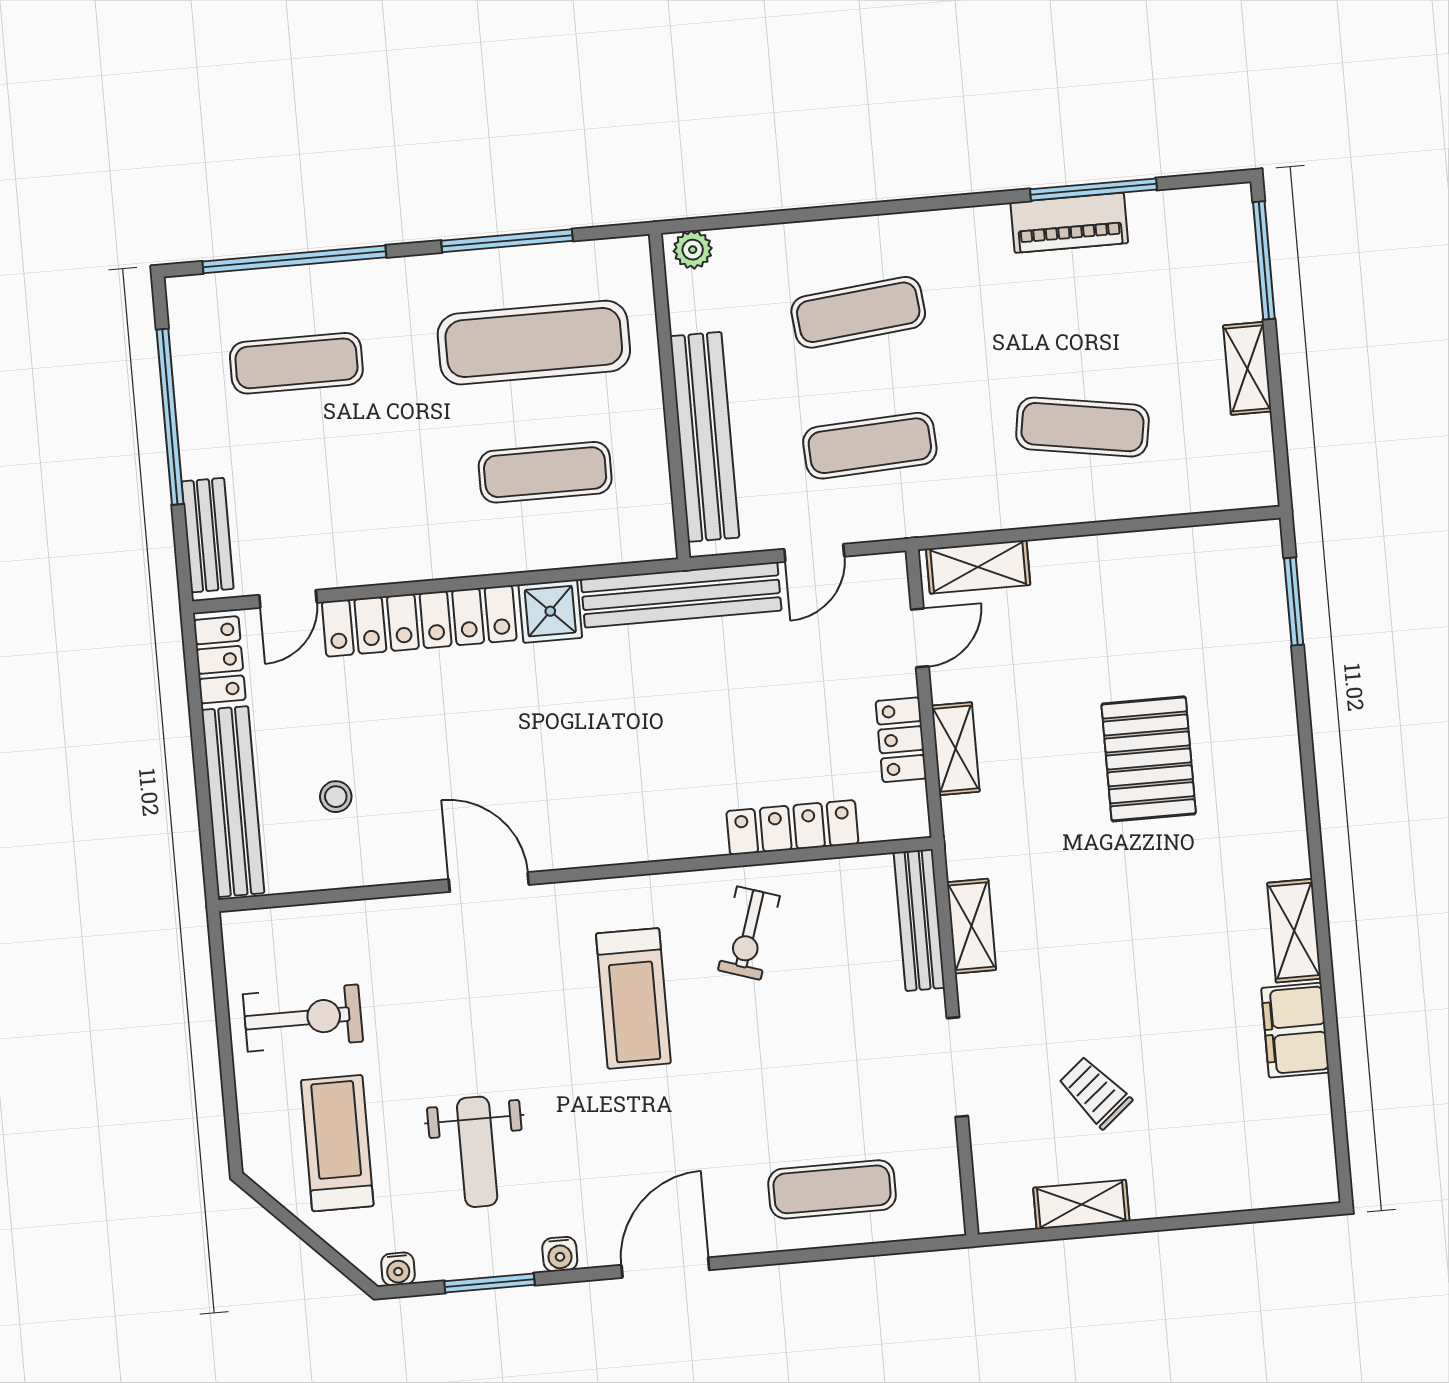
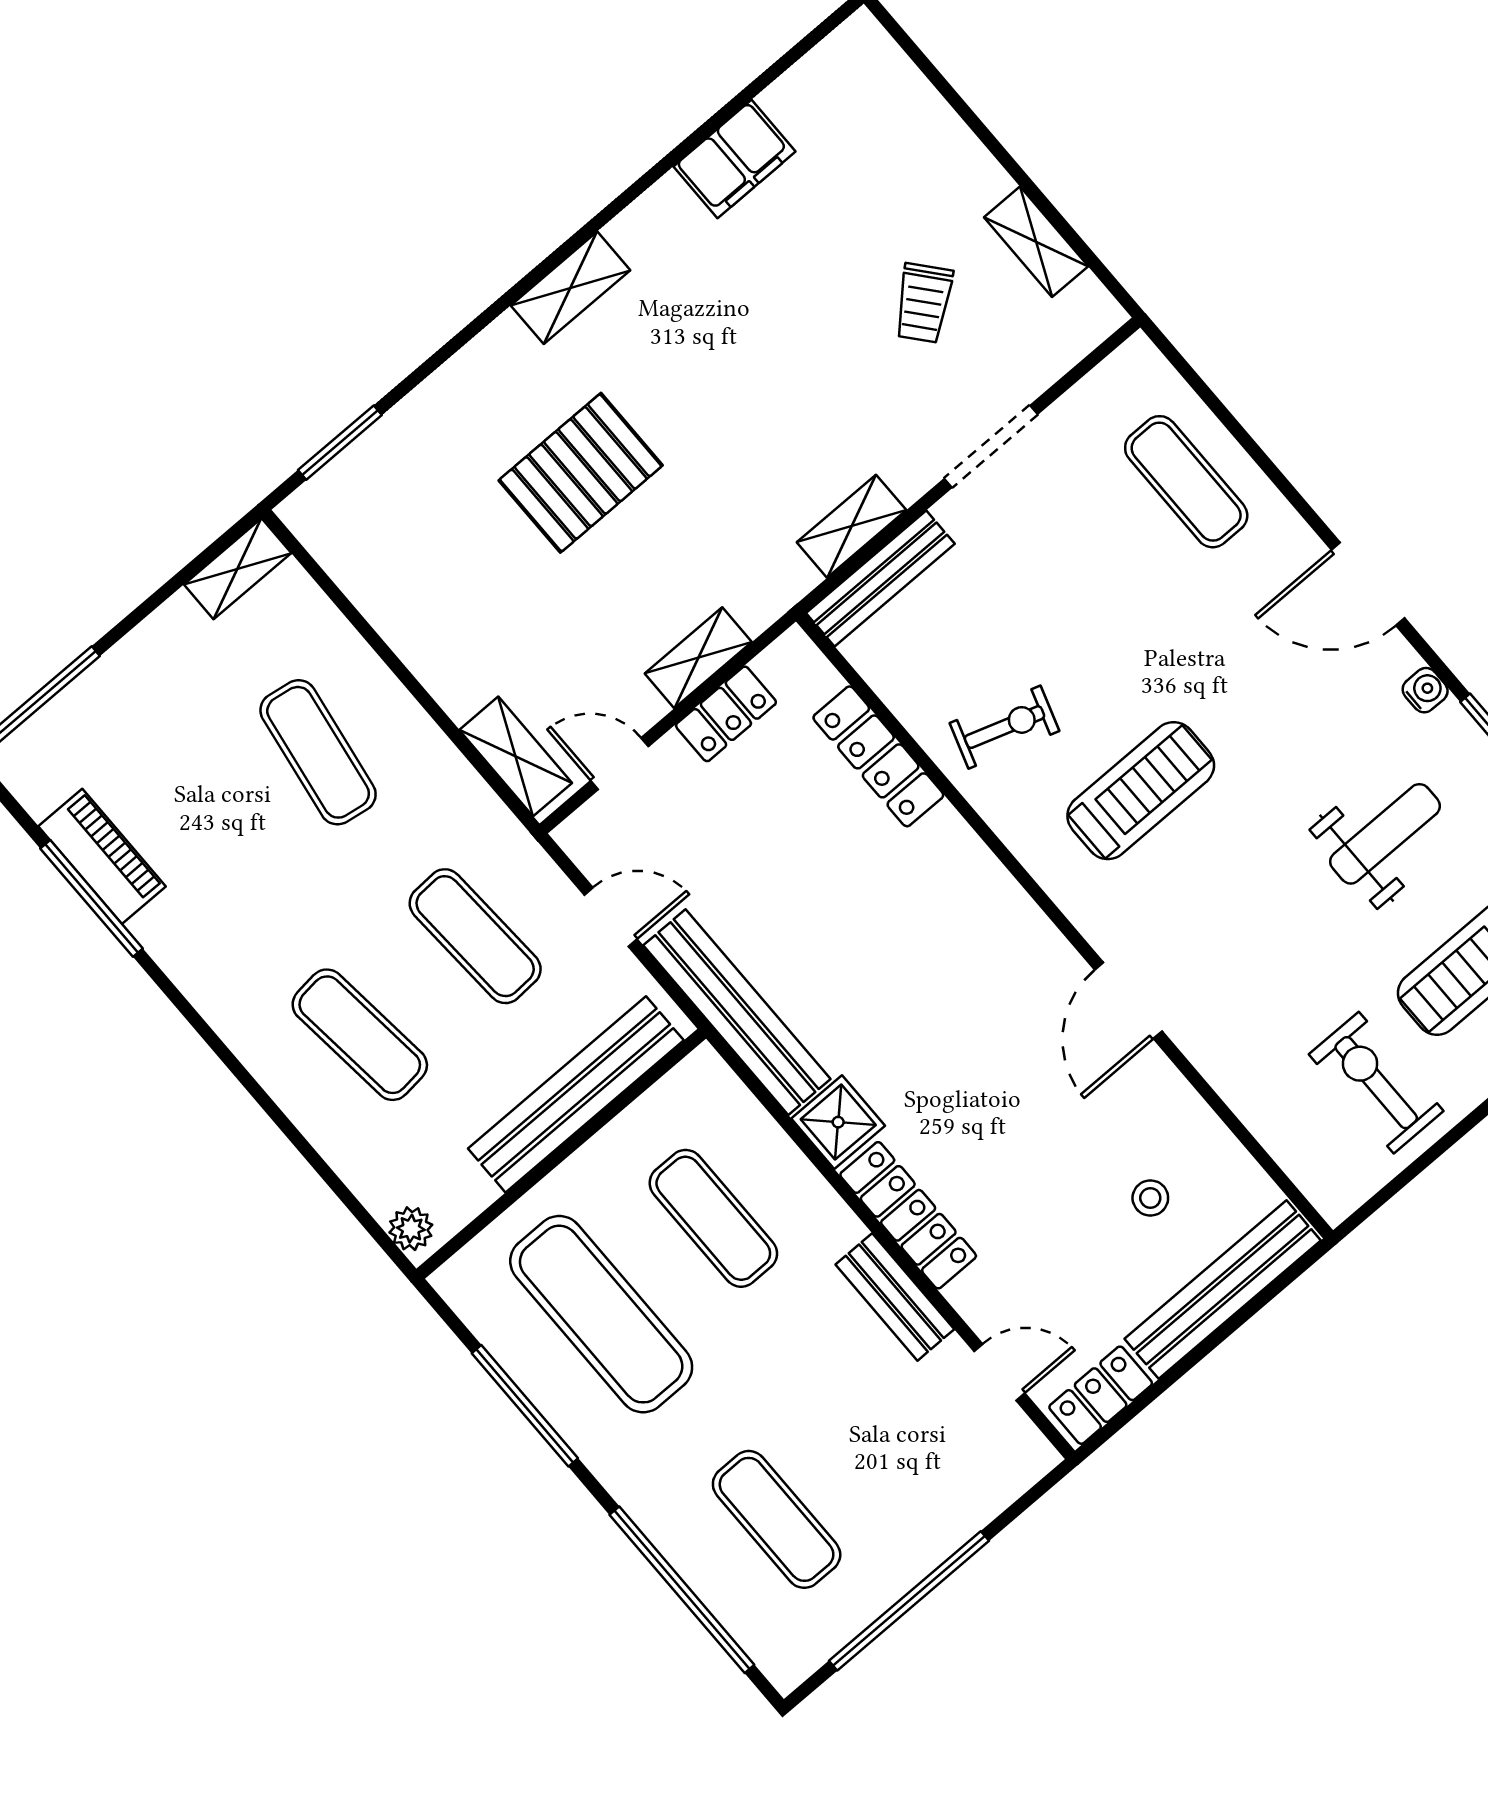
piano: (1069, 223) -> (102, 856), moved
shelving: (1247, 368) -> (238, 569), moved
bench: (208, 535) -> (895, 1297), moved, turned 90
locker: (419, 621) -> (908, 1215), width x0.71, depth x0.83
shelving: (1294, 931) -> (571, 288), moved

